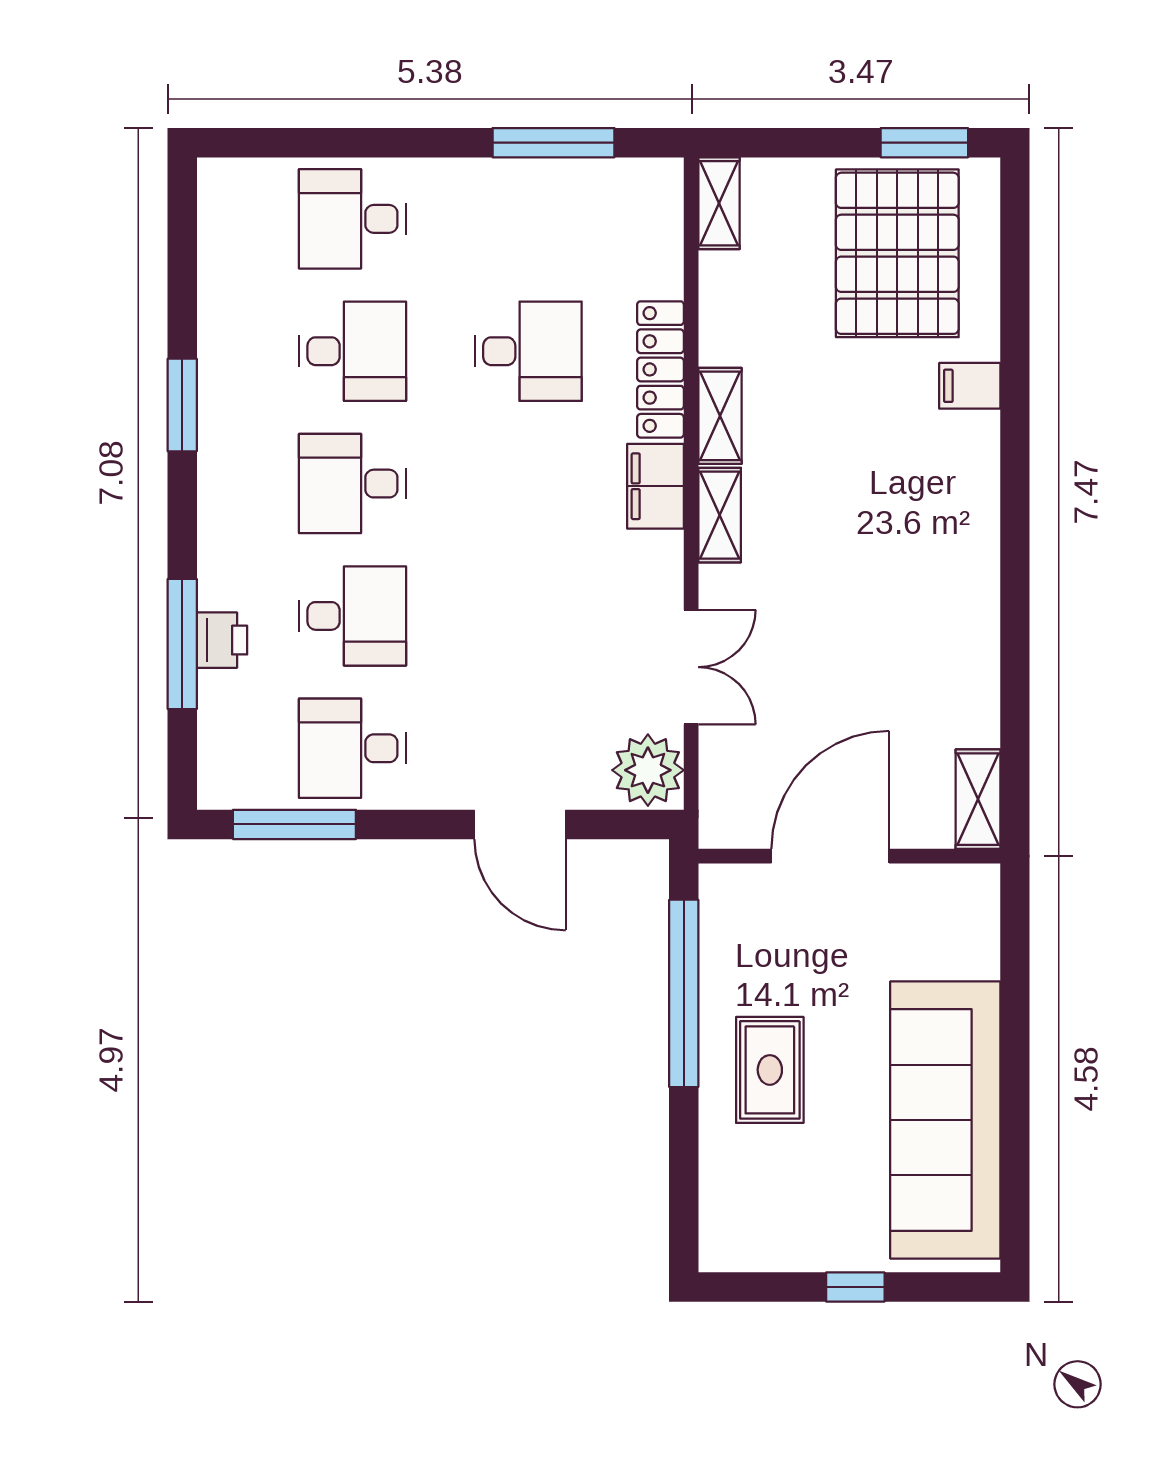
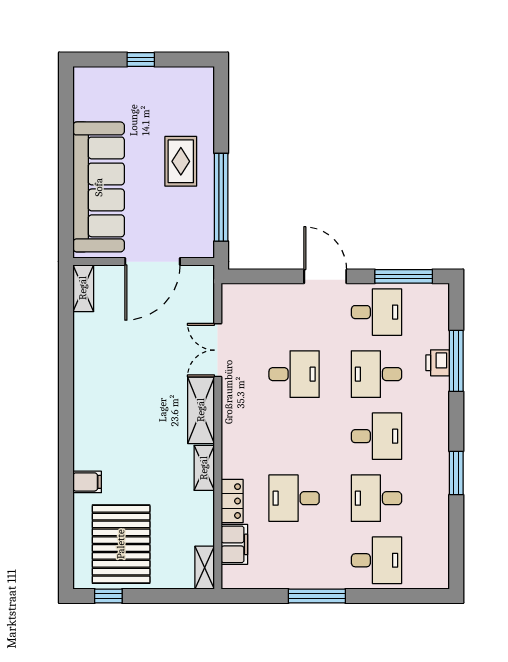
window: (554, 143) -> (317, 596), moved
window: (924, 143) -> (108, 596), width x0.67
locker: (660, 369) -> (232, 501), width x0.66
filing cabinet: (655, 486) -> (234, 544), moved
shelving: (720, 515) -> (201, 410), width x1.50, depth x1.33
desk: (528, 616) -> (294, 374), added
plant: (648, 770) -> (238, 302), removed
door: (520, 824) -> (325, 276), moved
sofa: (945, 1120) -> (99, 187), moved

